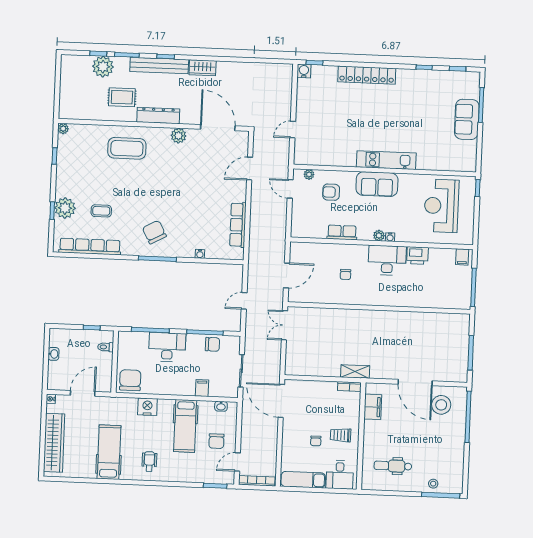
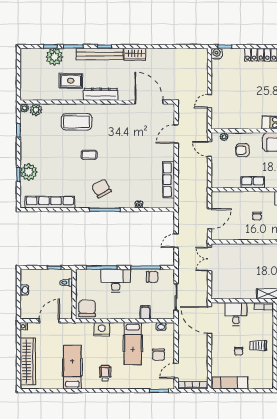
plant: (179, 136) -> (36, 110), moved
coffee table: (101, 211) -> (89, 155), moved
desk: (340, 475) -> (236, 314), moved, turned 180

